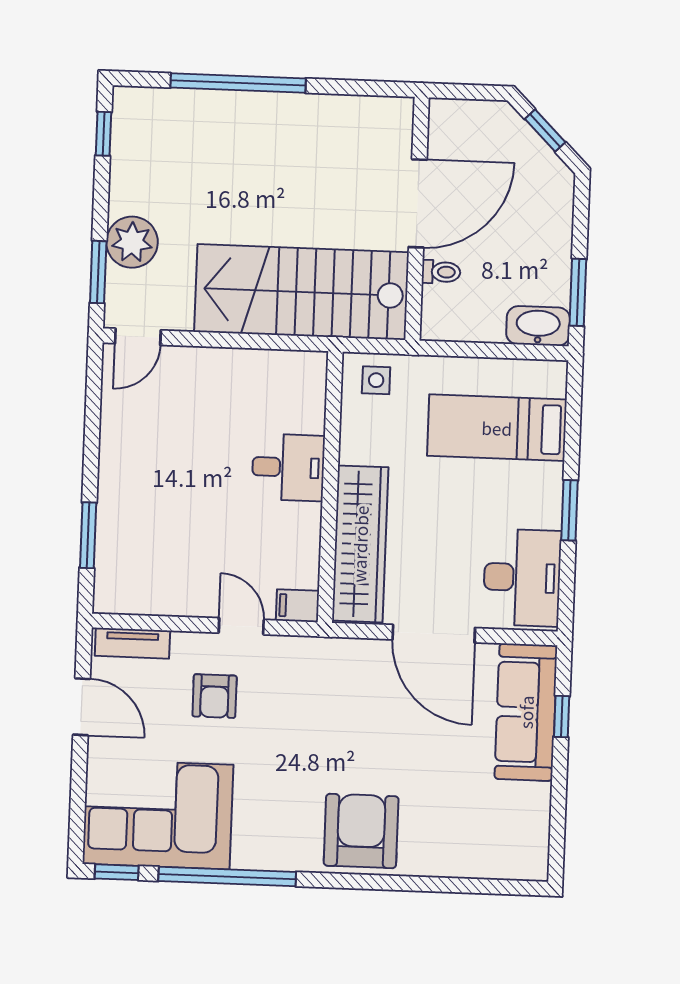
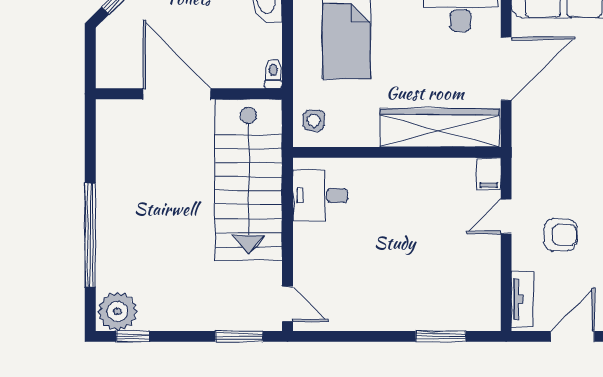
plant: (132, 242) -> (117, 311), moved
toilet: (441, 272) -> (273, 74), moved
desk: (288, 467) -> (320, 195), moved, turned -90

